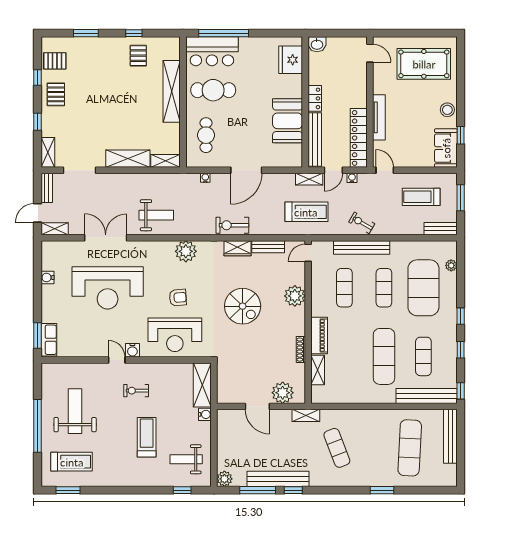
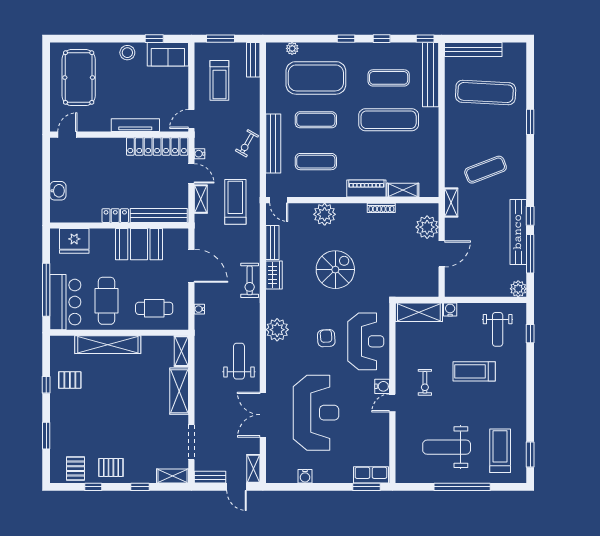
fridge: (291, 60) -> (74, 241), moved
locker: (315, 98) -> (115, 216), moved
wall: (305, 102) -> (119, 225), moved
booth: (288, 121) -> (139, 244), moved
bench: (315, 139) -> (159, 215), moved

